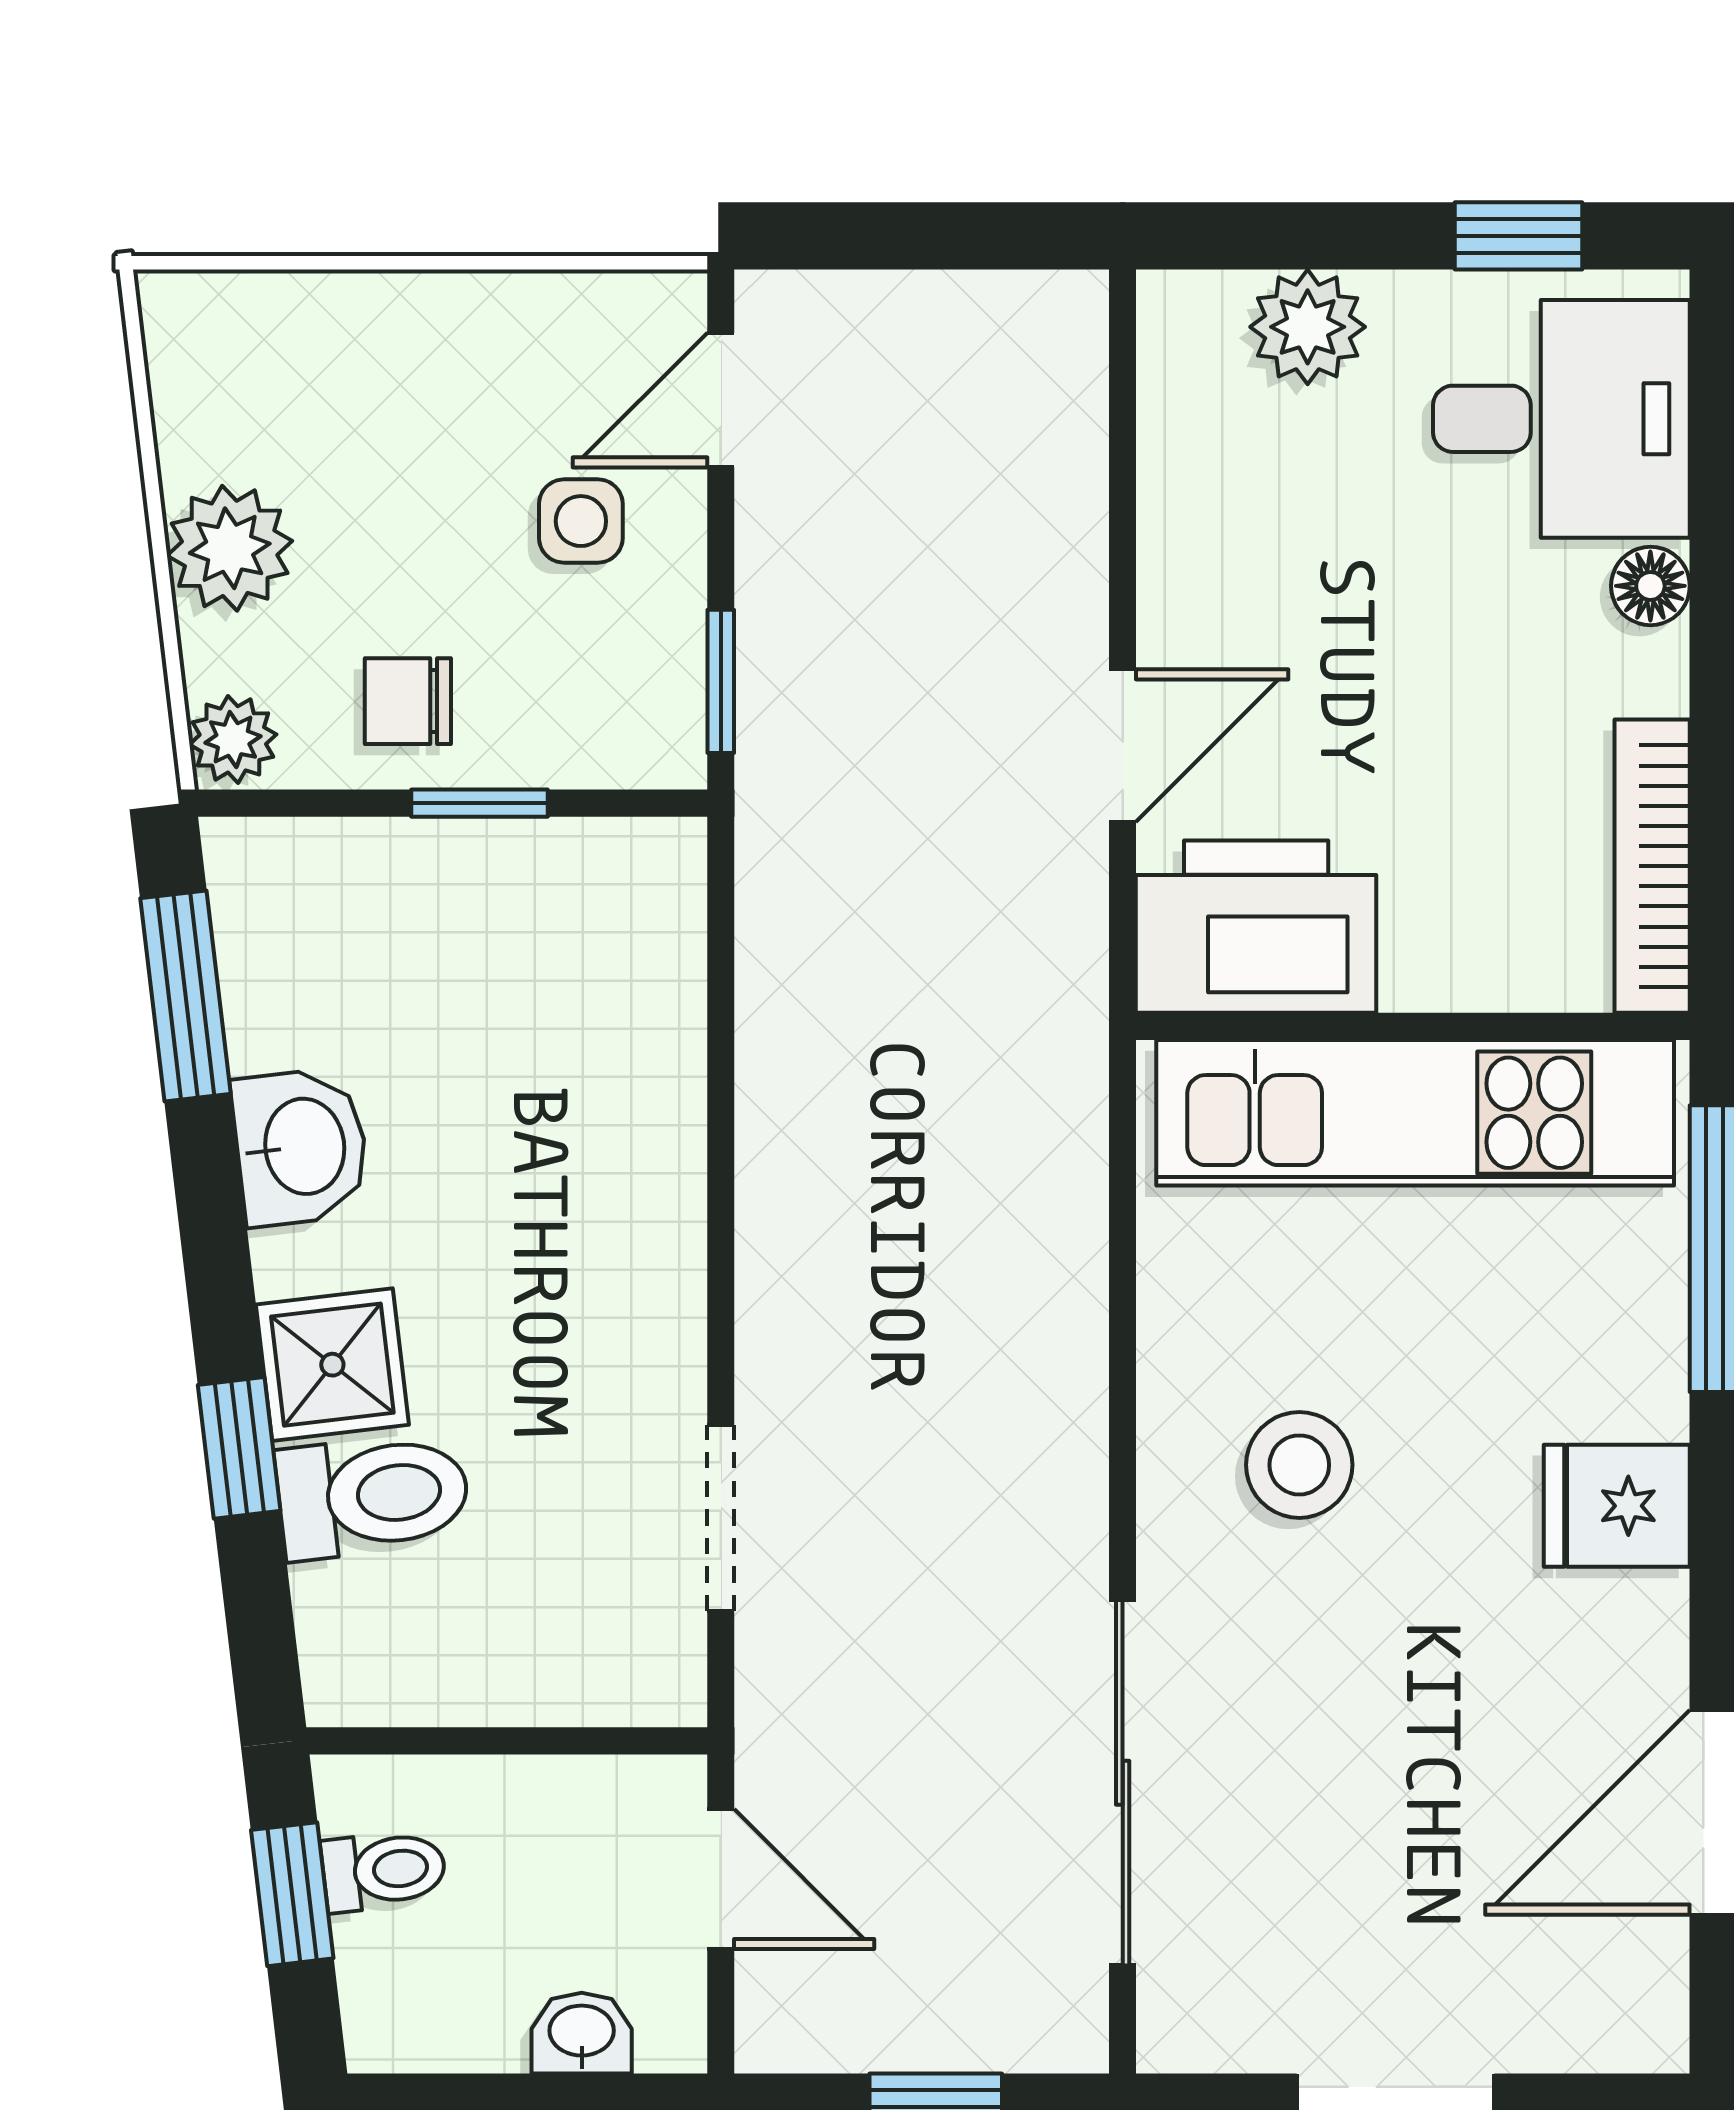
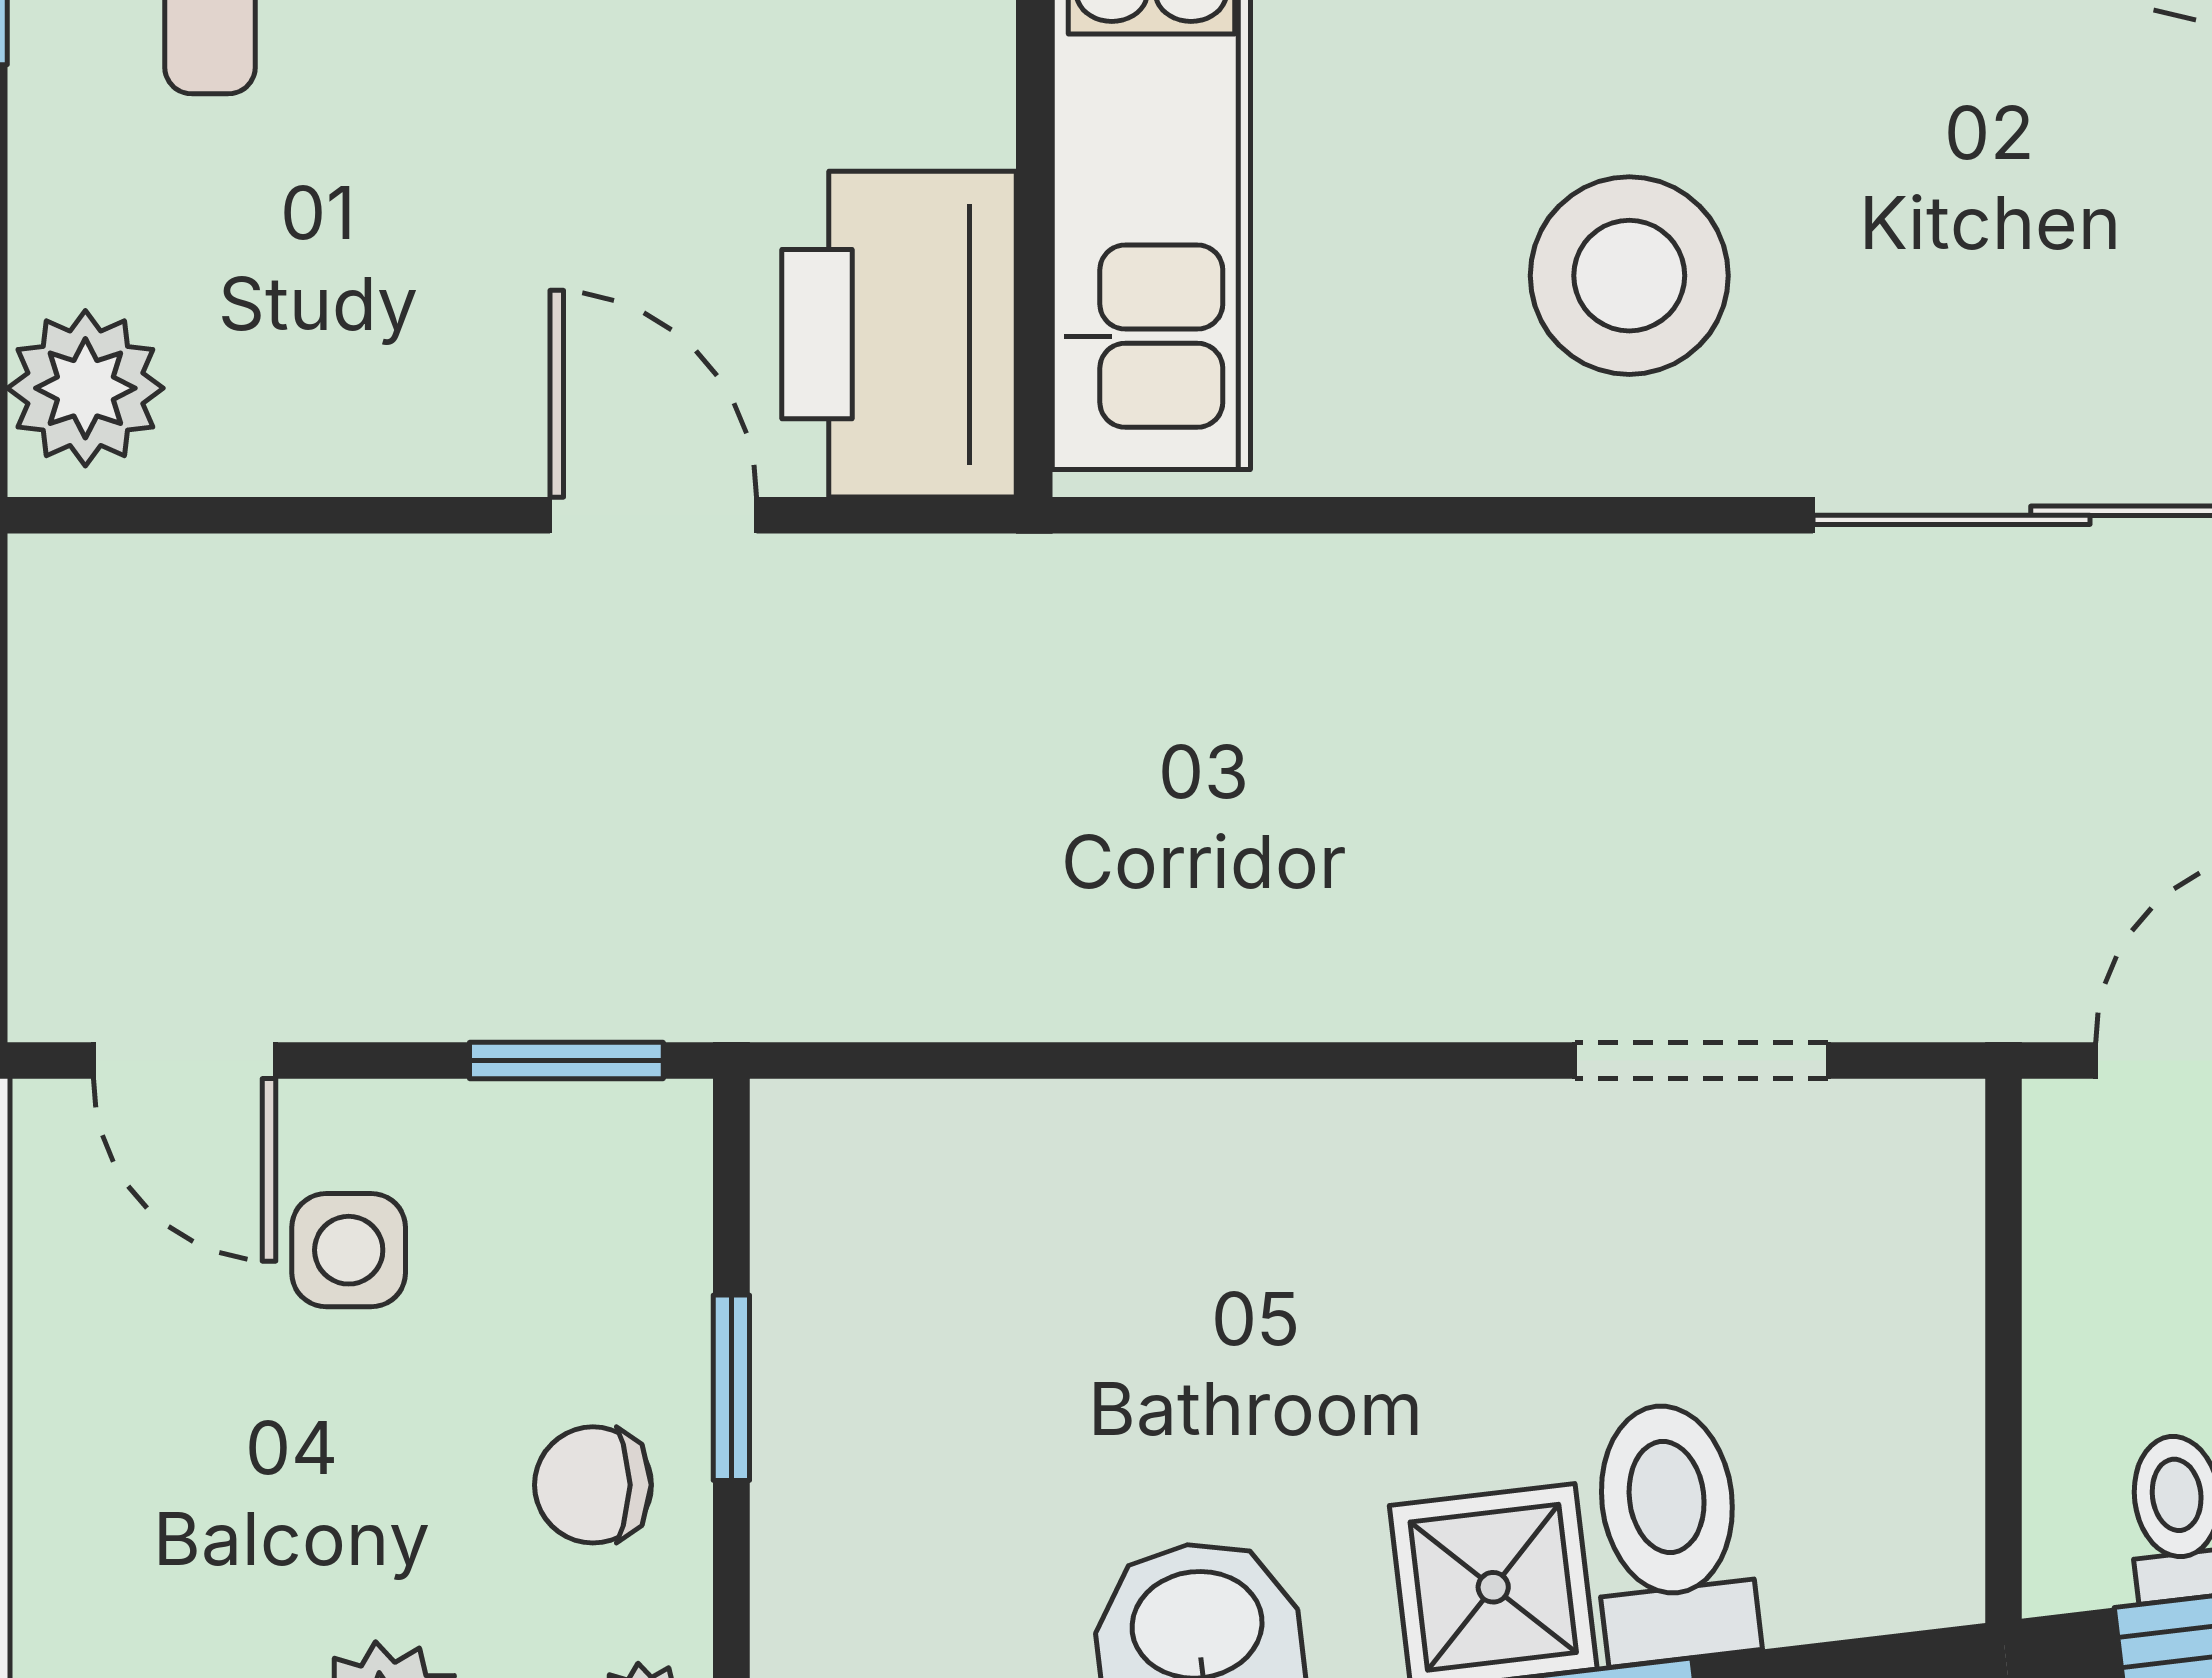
plant: (1308, 327) -> (85, 388), moved
chair: (408, 701) -> (593, 1485), turned 90
stool: (1299, 1465) -> (1629, 276), width x1.38, depth x1.38

